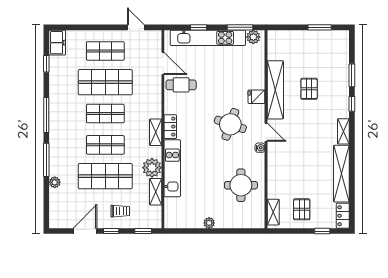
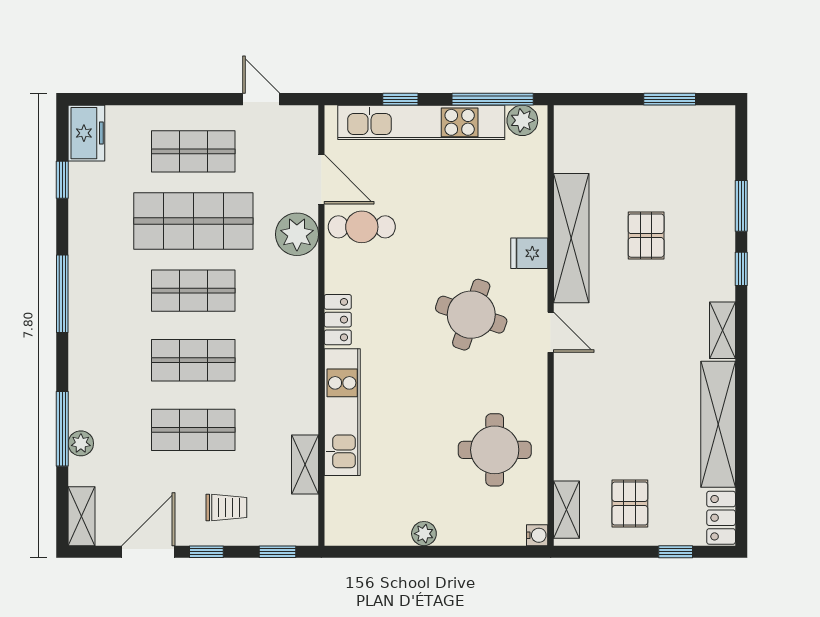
window: (240, 27) -> (493, 99), width x1.44
shelving: (156, 132) -> (82, 516), moved
water cooler: (260, 148) -> (537, 535), moved
window: (46, 160) -> (62, 429), moved
plant: (152, 168) -> (297, 234), moved
shop shelf: (105, 176) -> (193, 430), width x0.70, depth x0.74

